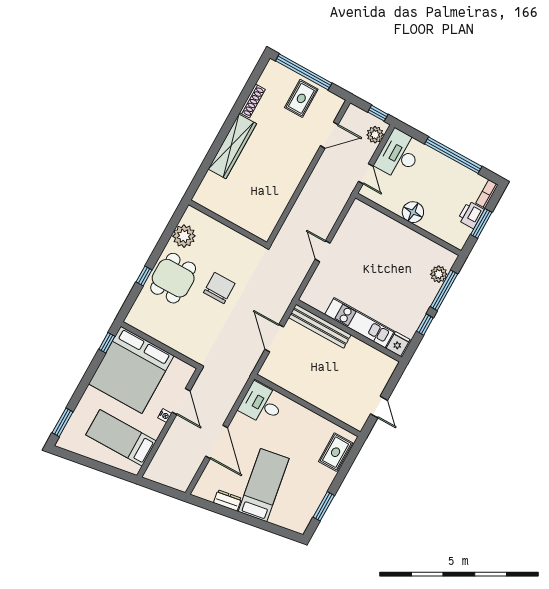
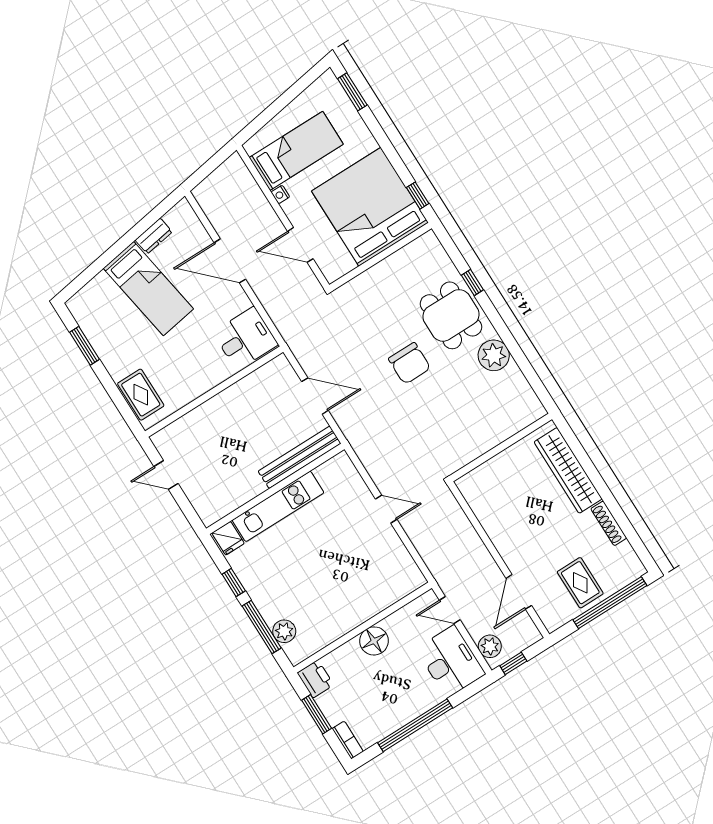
printer: (471, 215) -> (315, 679), moved
wall: (228, 223) -> (501, 447), moved
nightstand: (165, 416) -> (280, 195), moved

